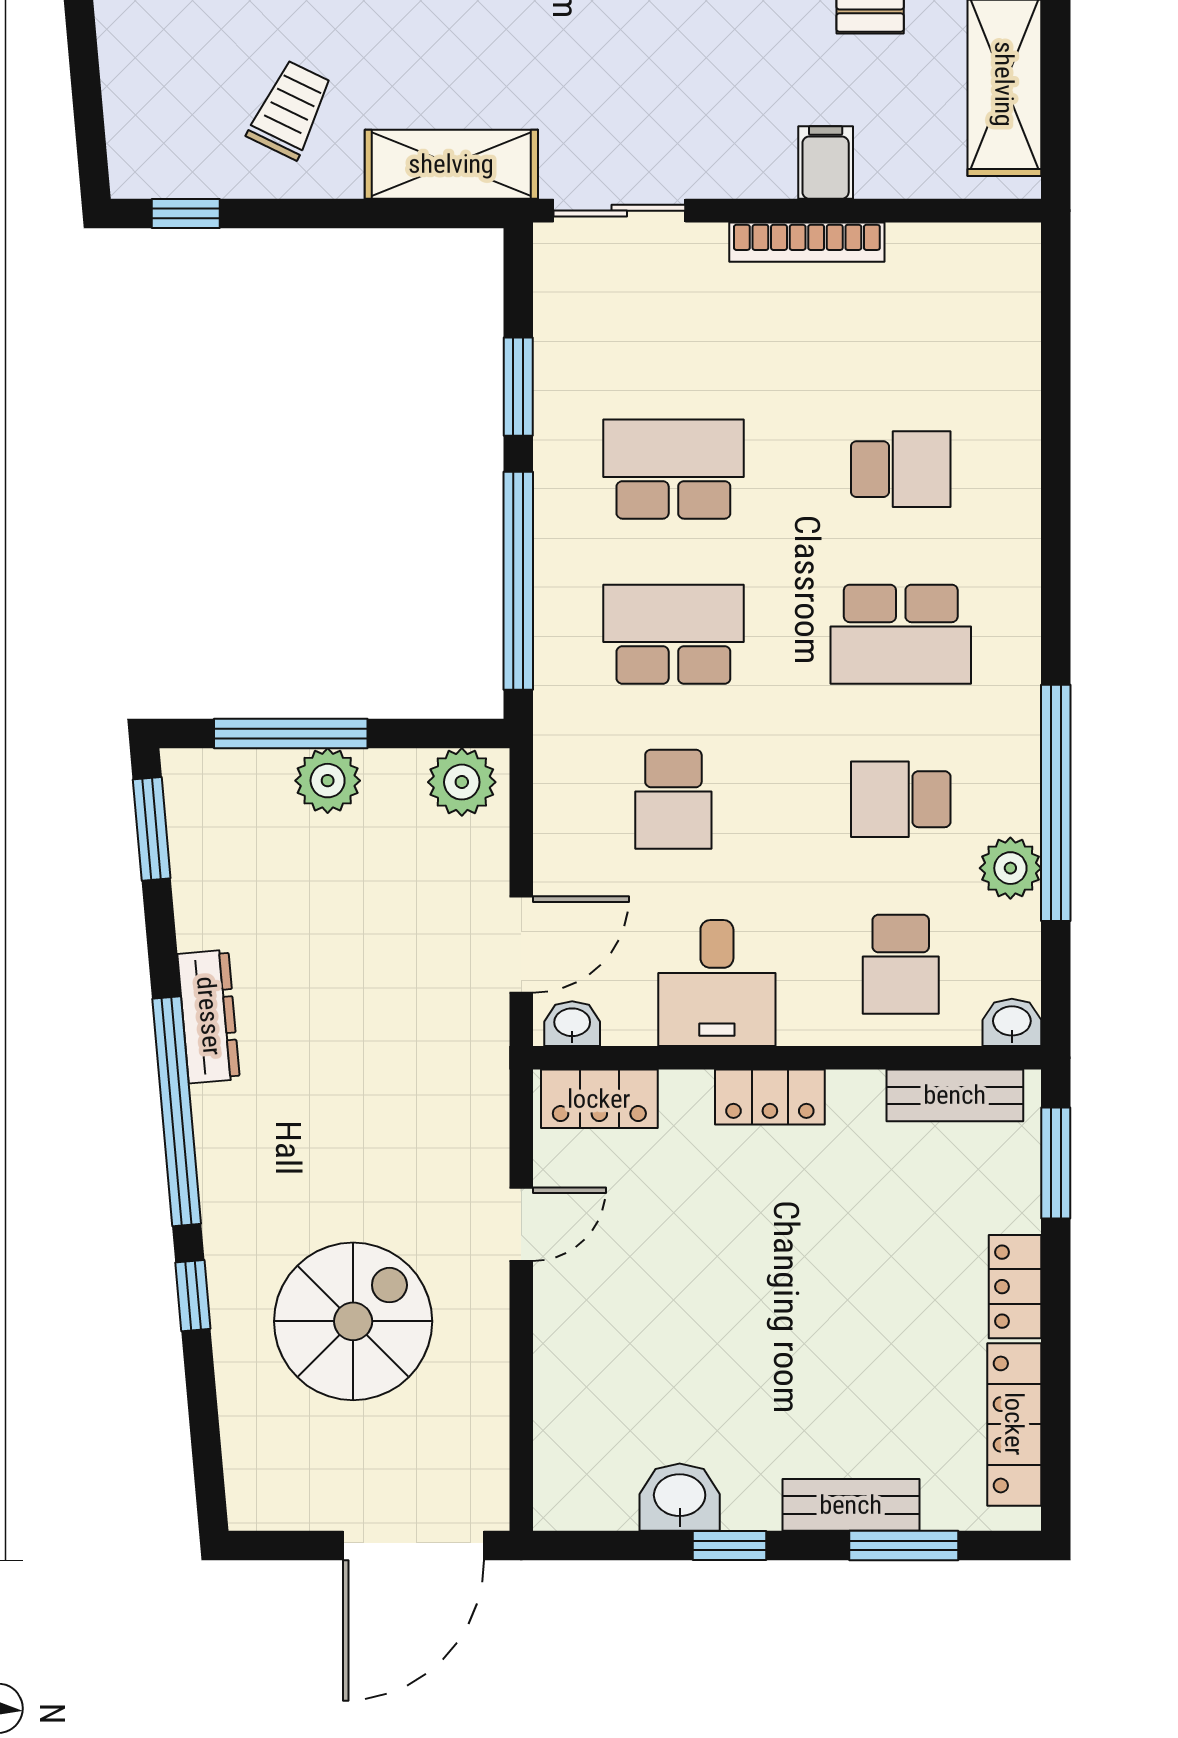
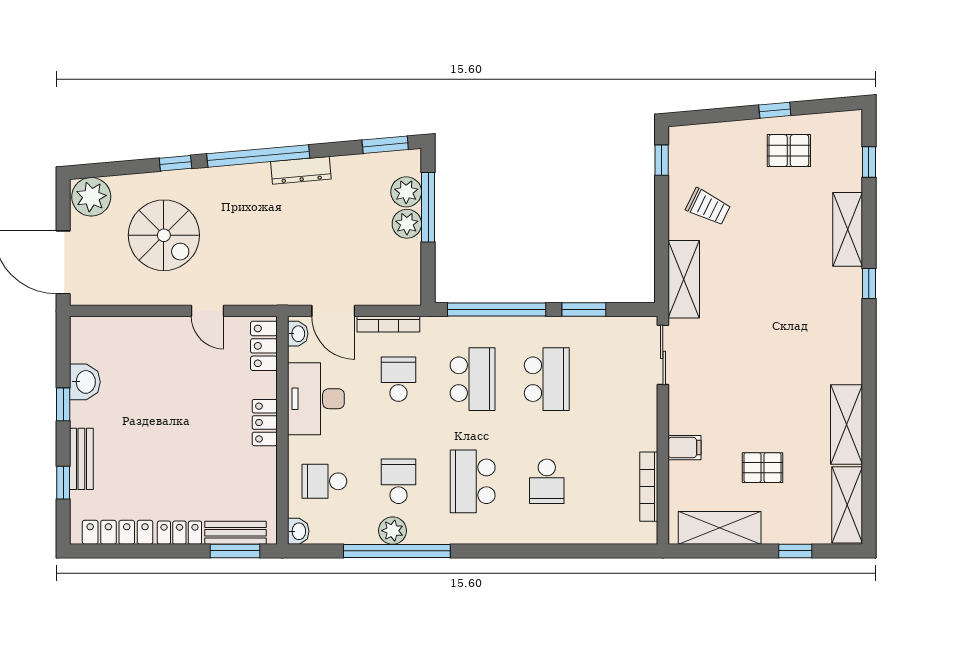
bookcase: (807, 242) -> (649, 487), moved
plant: (462, 782) -> (406, 192), moved
school desk: (673, 799) -> (398, 379), turned 90
bookcase: (551, 822) -> (388, 324), added
plant: (1010, 868) -> (393, 531), moved
desk: (717, 983) -> (316, 399), width x1.37
bench: (955, 1095) -> (235, 533), moved, turned 90
plant: (268, 1483) -> (91, 197), added
window: (904, 1546) -> (63, 483), width x0.67

